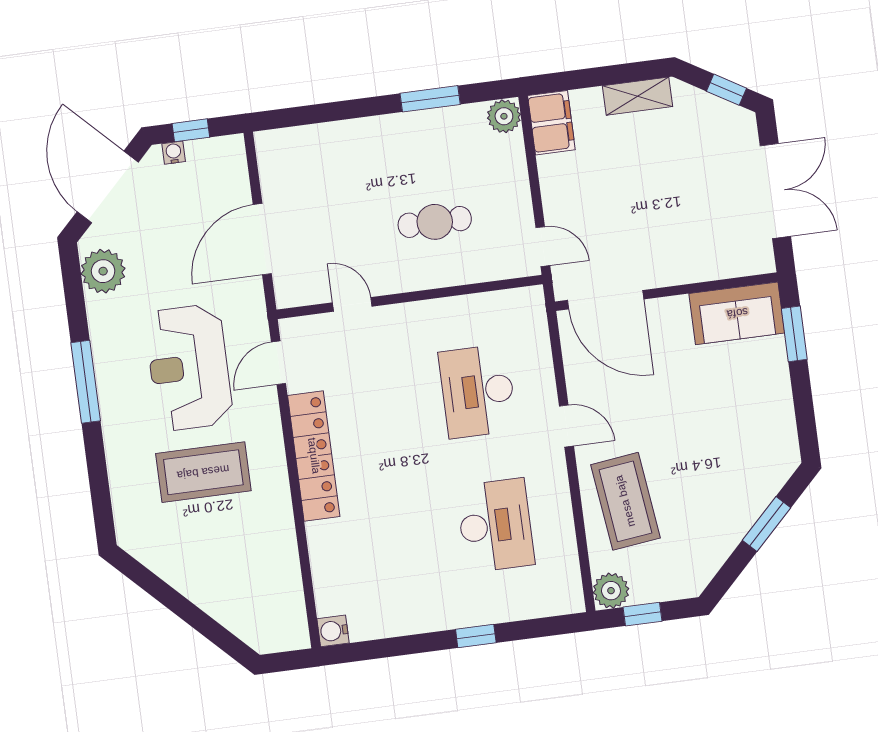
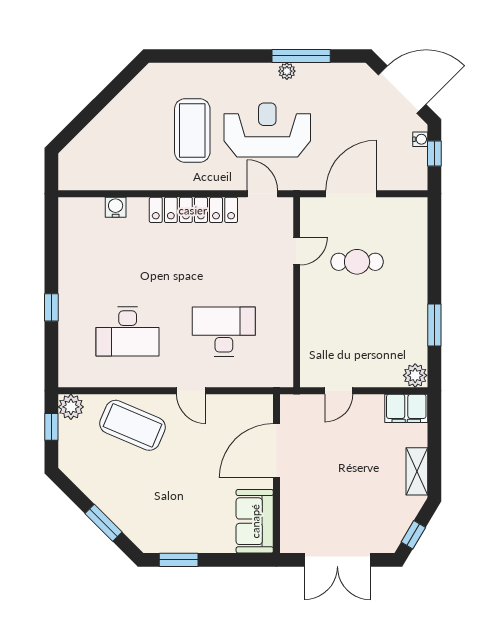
cafe table: (435, 222) -> (357, 262), moved, turned 90
door: (262, 239) -> (351, 194), hinge flipped
door: (543, 247) -> (339, 391), moved
plant: (103, 271) -> (287, 71), moved, width x0.53, depth x0.53
door: (606, 300) -> (276, 451), moved
window: (794, 334) -> (179, 560), moved
window: (86, 382) -> (301, 56), moved
door: (566, 426) -> (191, 391), hinge flipped
coffee table: (625, 501) -> (133, 425), turned 30
water cooler: (333, 631) -> (116, 207), moved

